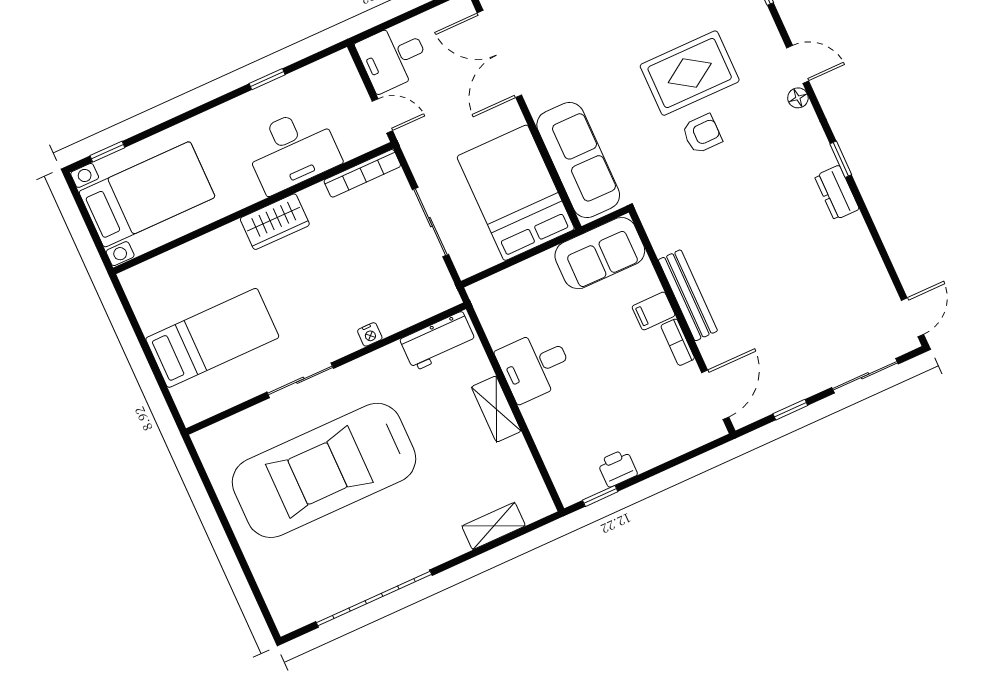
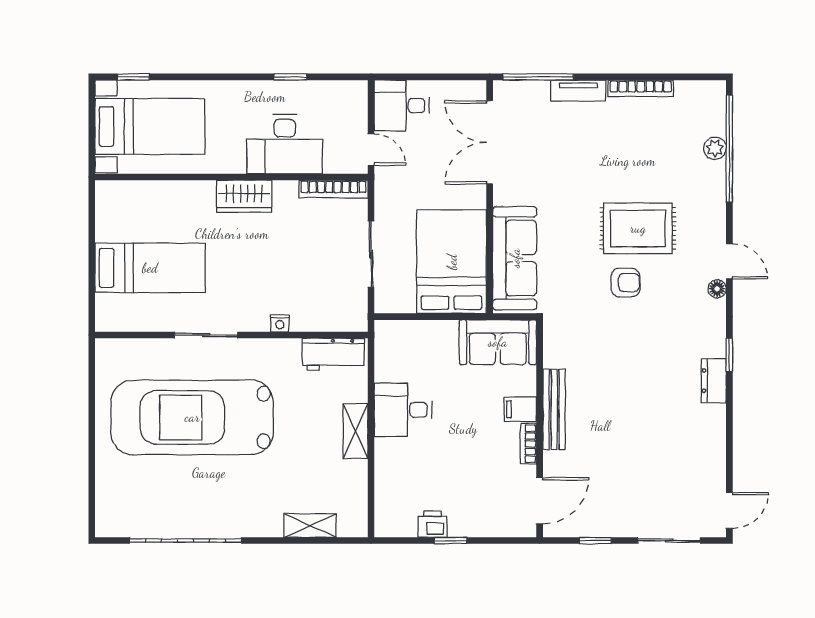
window: (600, 496) -> (451, 541), moved

